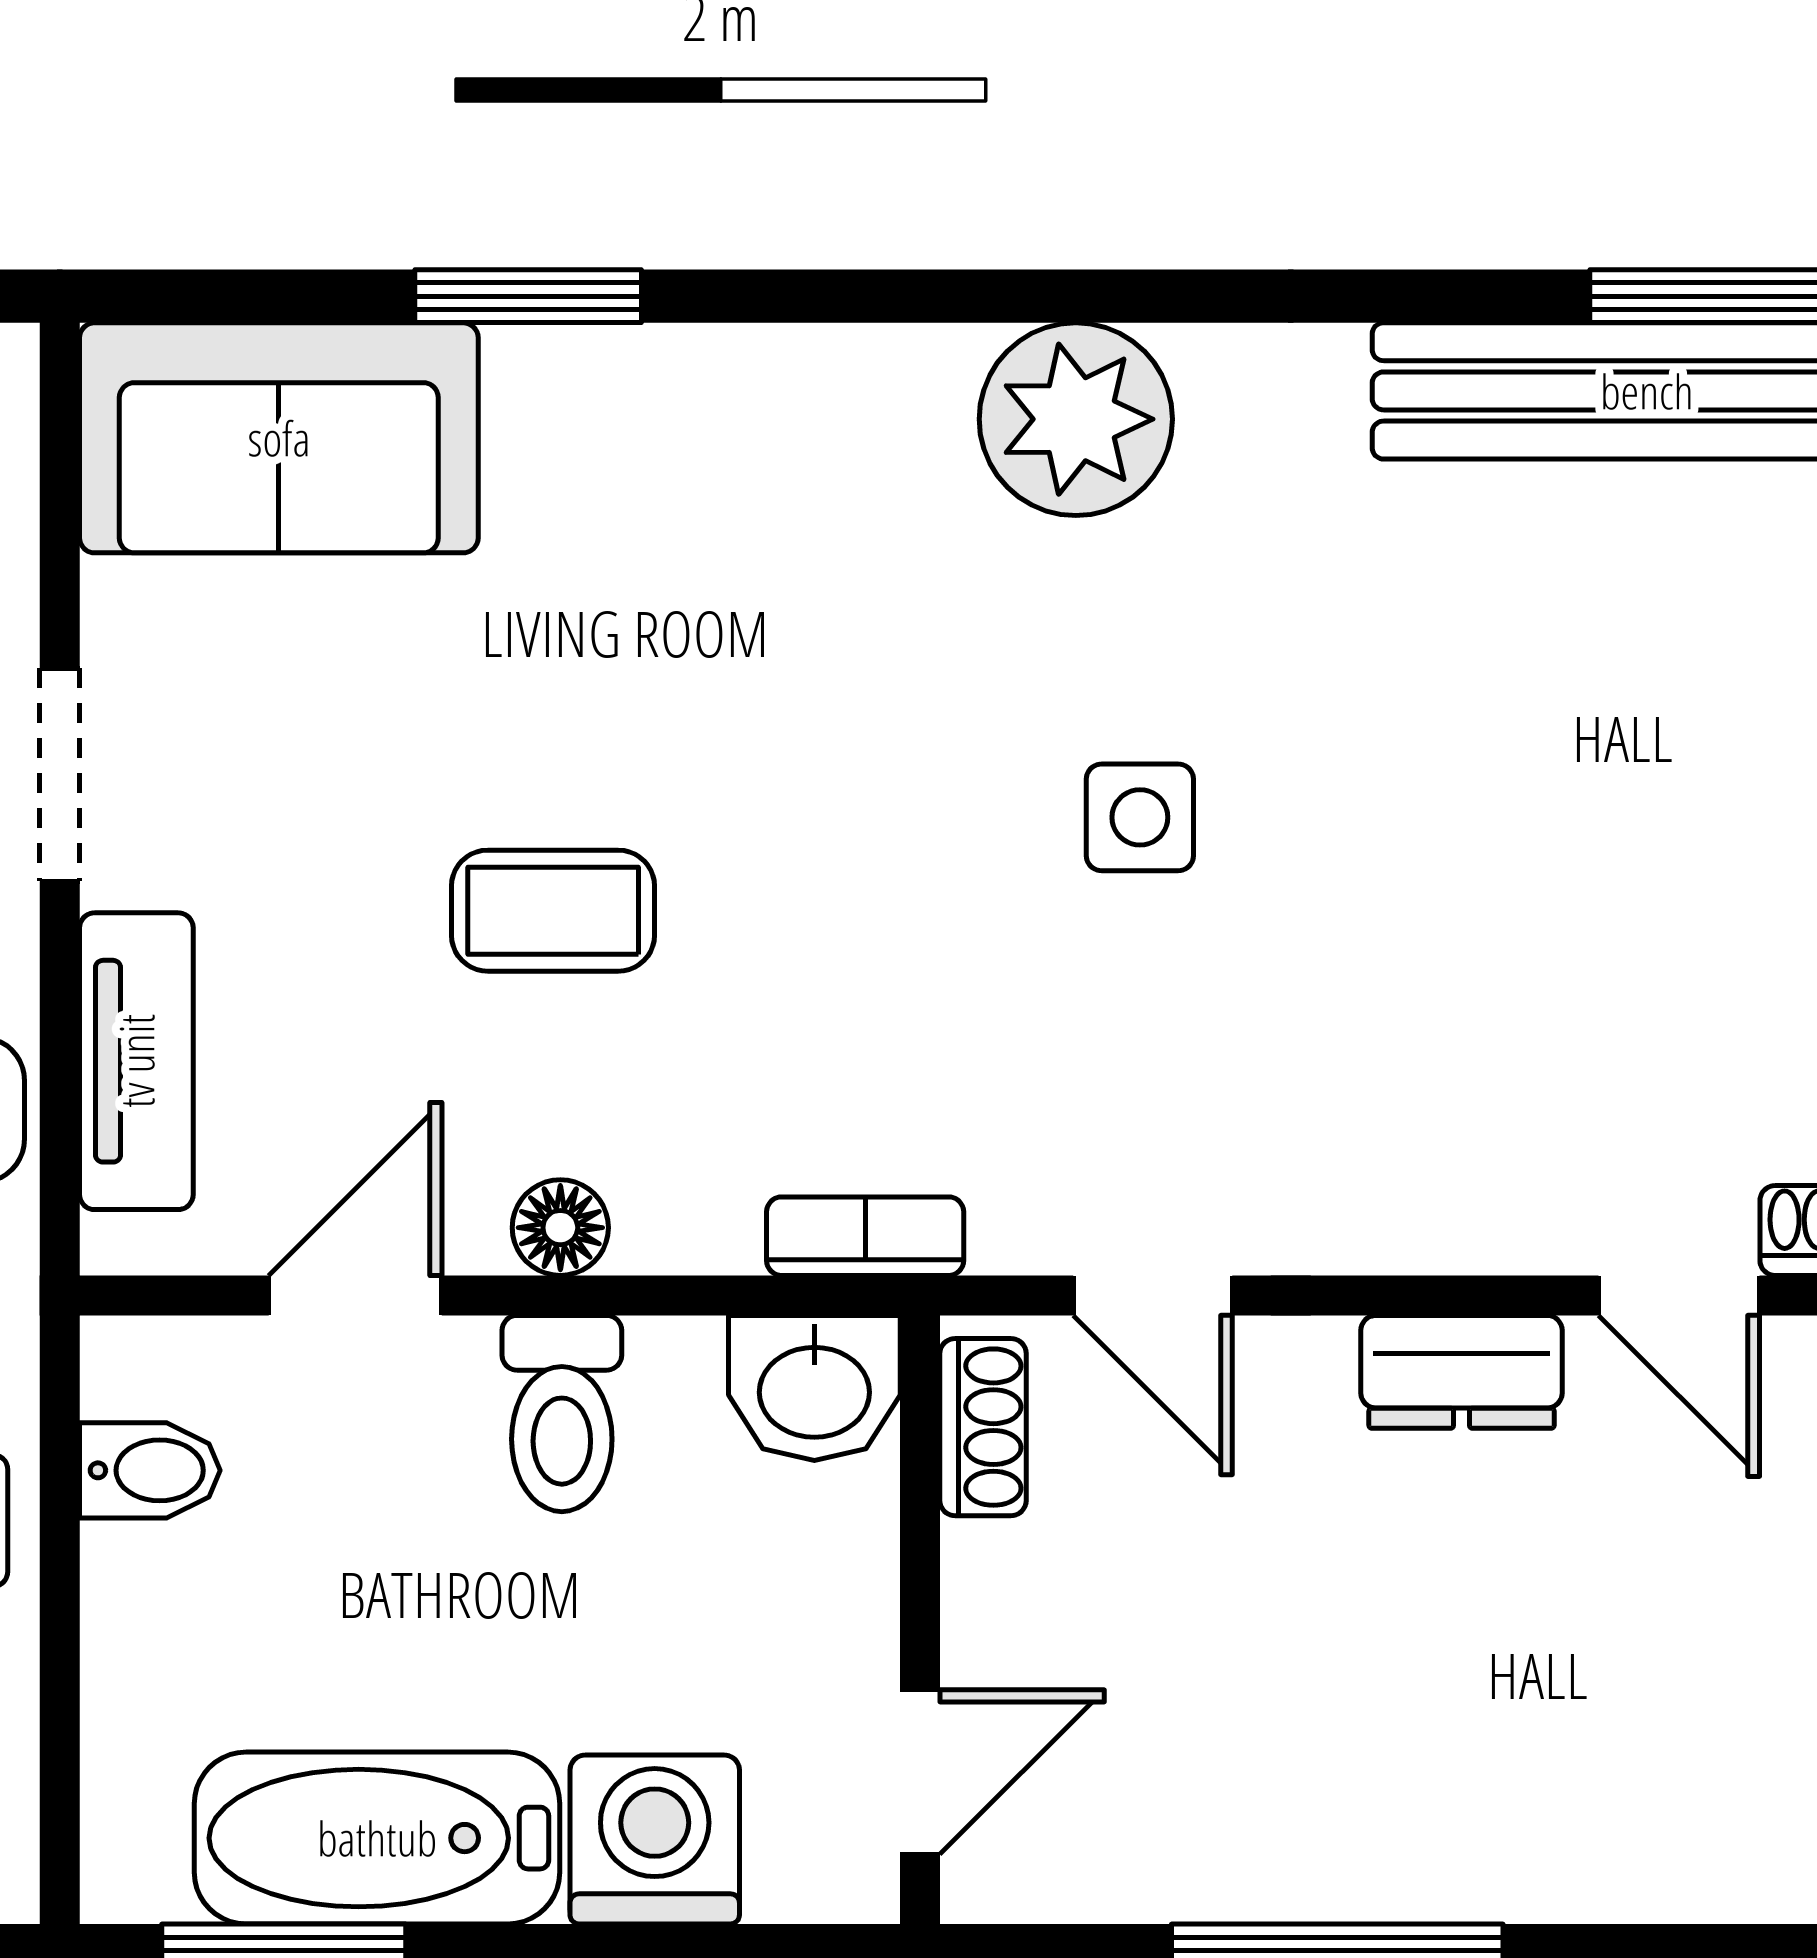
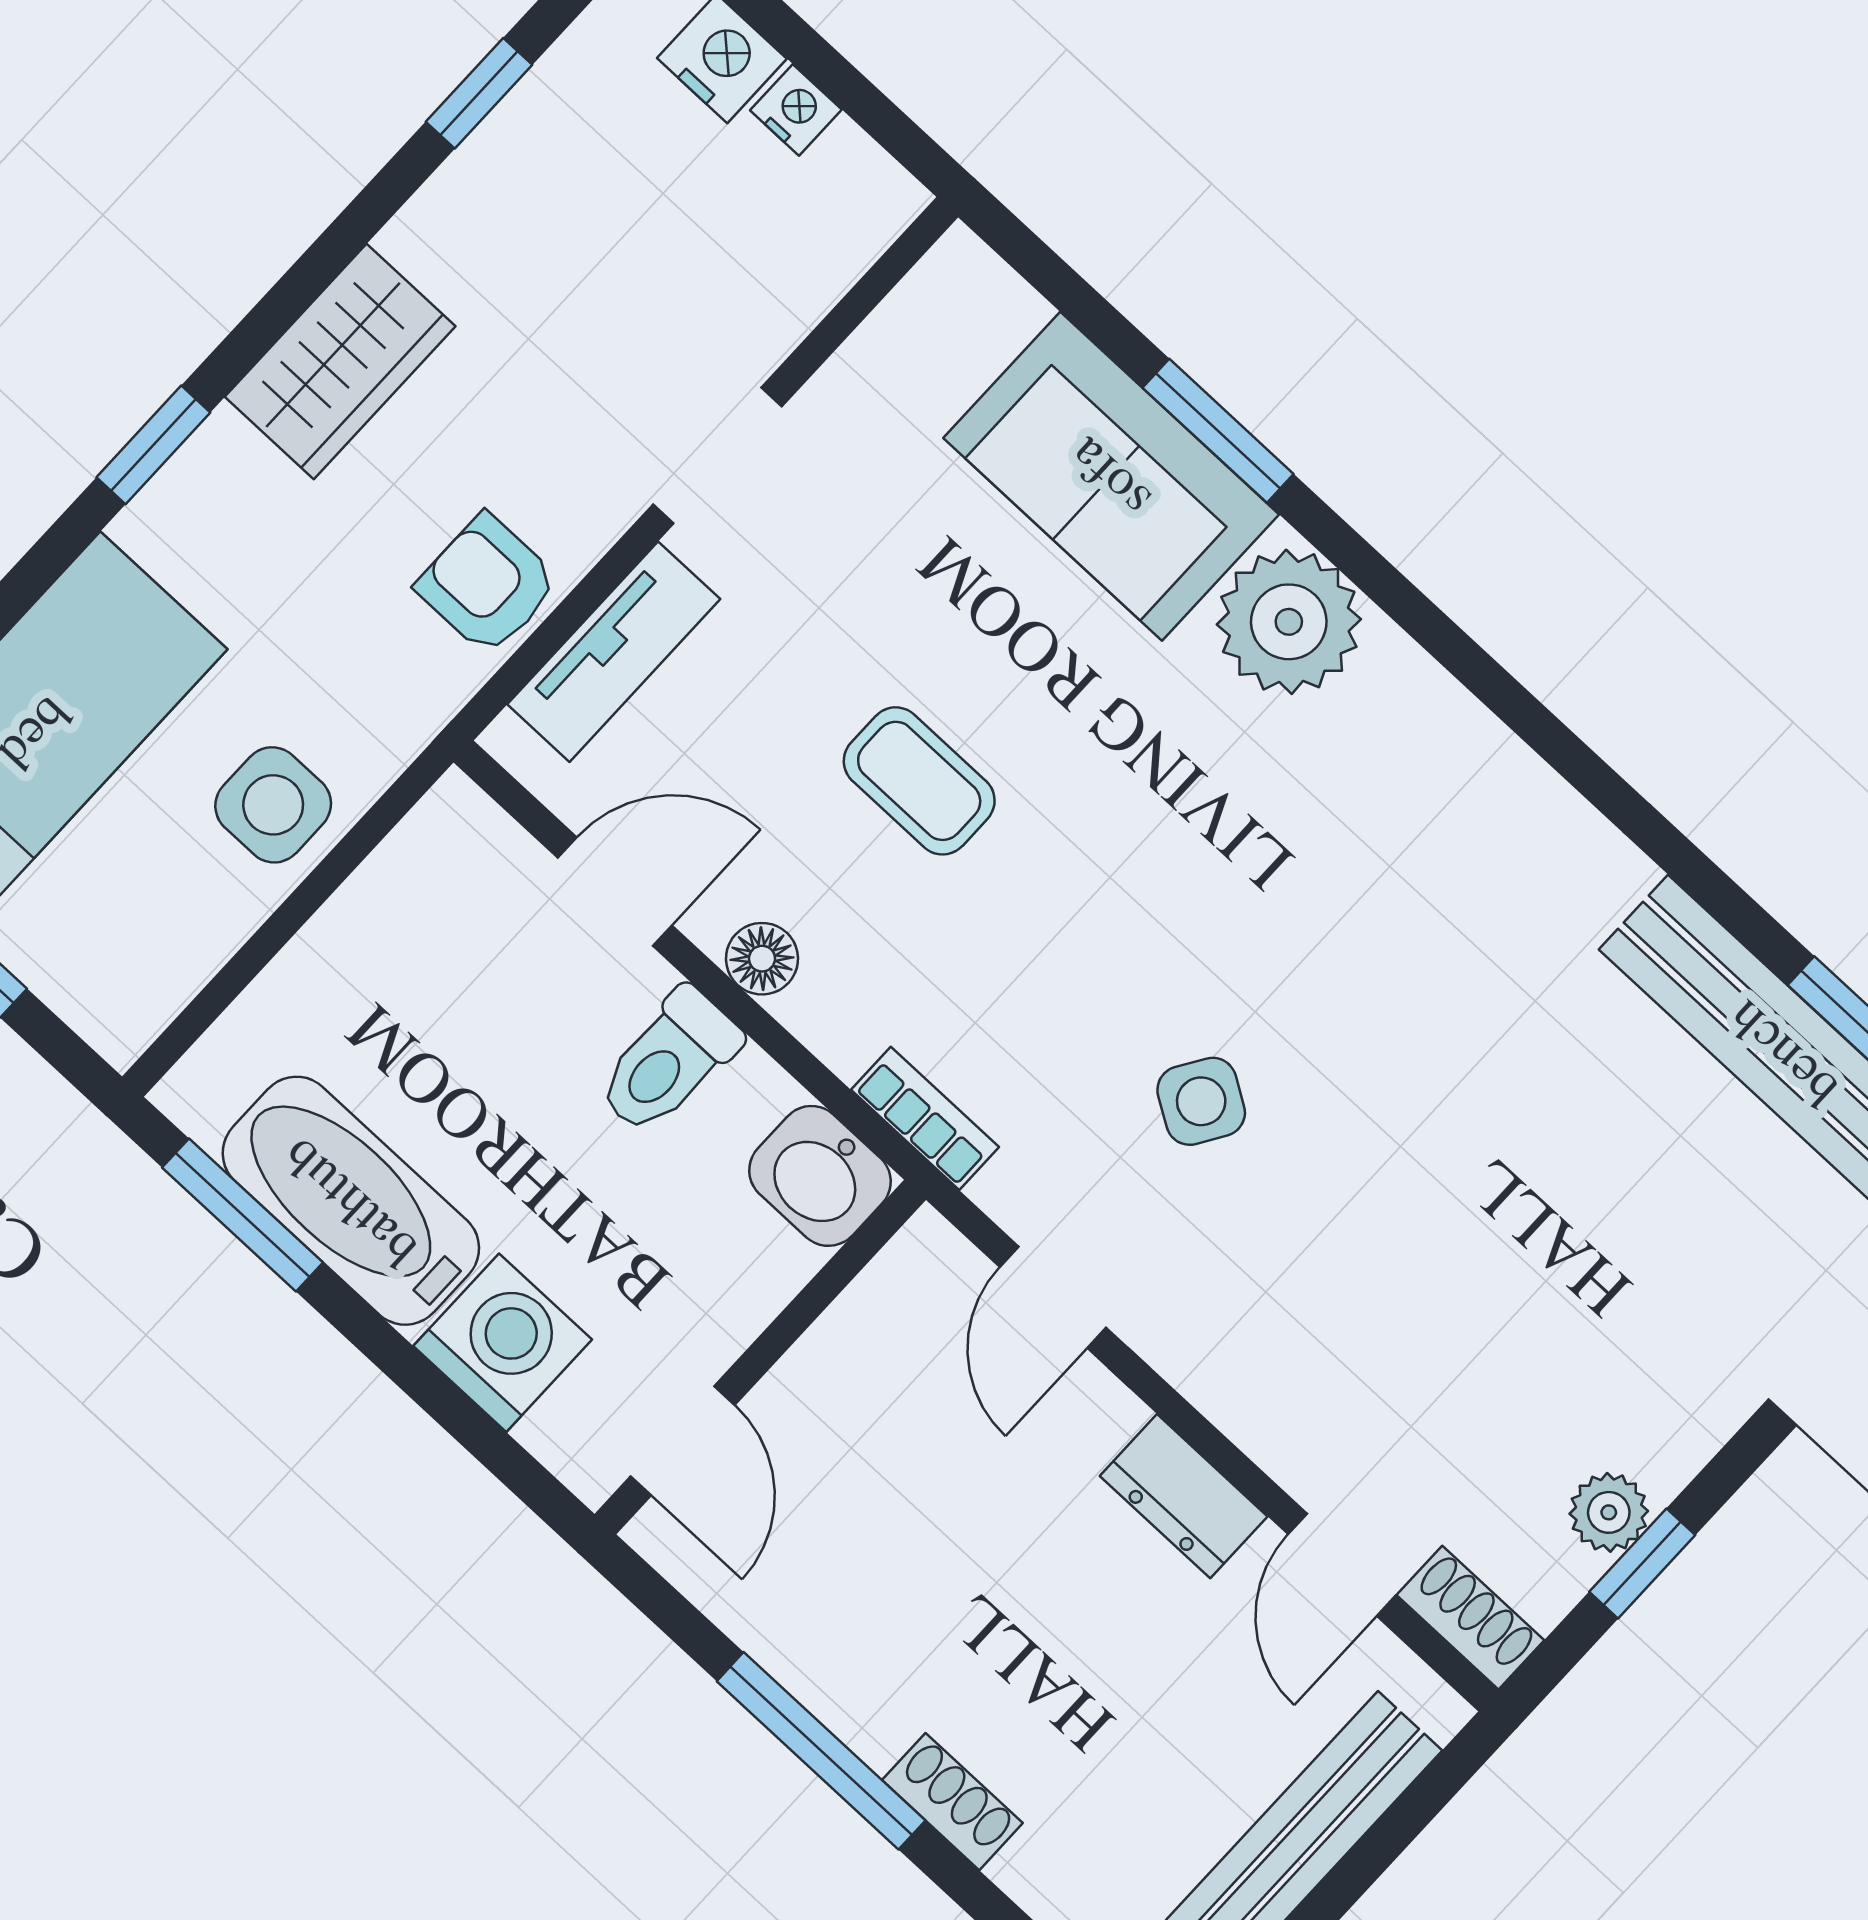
plant: (1076, 419) -> (1289, 622), moved
sofa: (279, 438) -> (1111, 476), moved
side table: (1140, 817) -> (1201, 1101), moved, turned 32
shoe rack: (983, 1427) -> (952, 1802), moved, turned -90
bidet: (150, 1470) -> (413, 883), removed
door: (920, 1772) -> (683, 1441), hinge flipped

